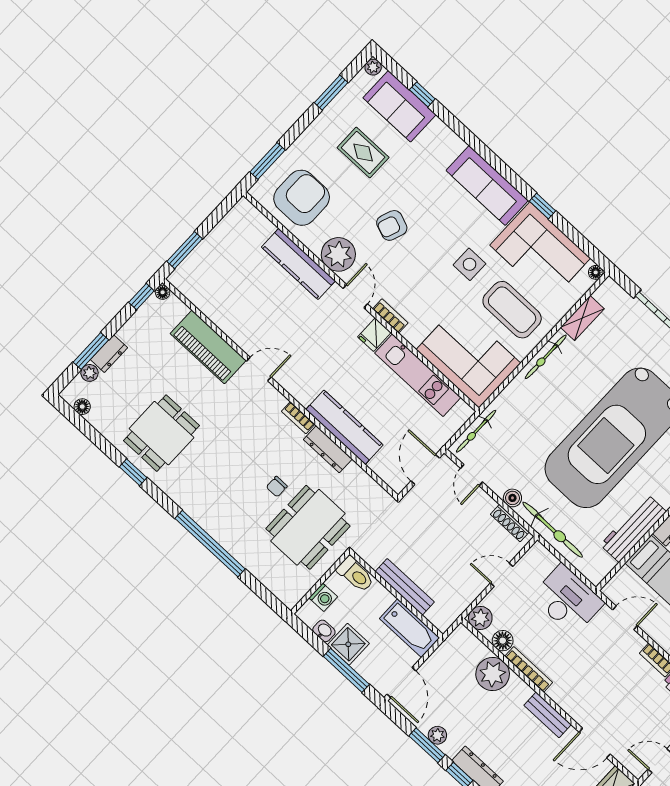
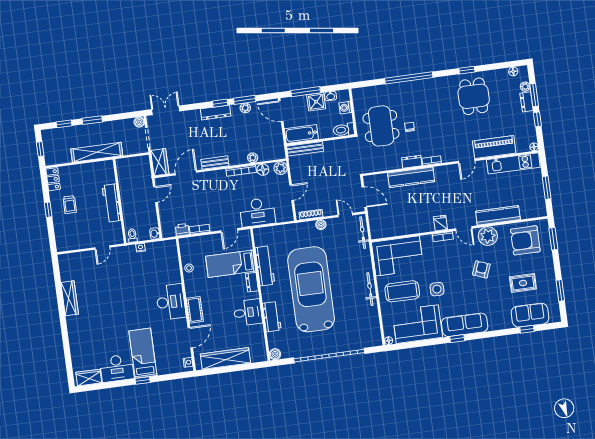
plant: (373, 67) -> (556, 318), removed
armchair: (302, 198) -> (525, 240), turned 90
window: (543, 206) -> (457, 339), moved
window: (185, 250) -> (547, 188), moved
window: (141, 297) -> (537, 119), moved
shelving: (582, 318) -> (374, 319), removed
kitchen unit: (418, 375) -> (513, 163), moved, turned 180
dresser: (328, 449) -> (412, 162), width x0.70
bicycle: (553, 530) -> (293, 231), removed
bench: (405, 587) -> (305, 149), moved
plant: (493, 674) -> (253, 158), width x0.53, depth x0.53

